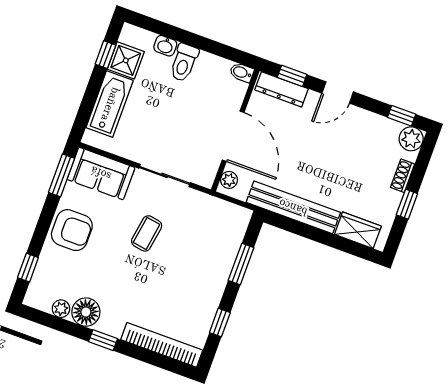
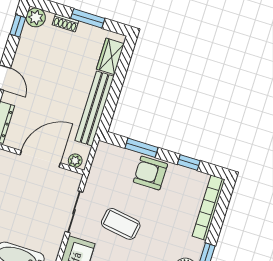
window: (407, 204) -> (88, 18), width x1.50
coffee table: (147, 233) -> (121, 224), width x1.36, depth x1.30
armchair: (209, 274) -> (150, 173), added

